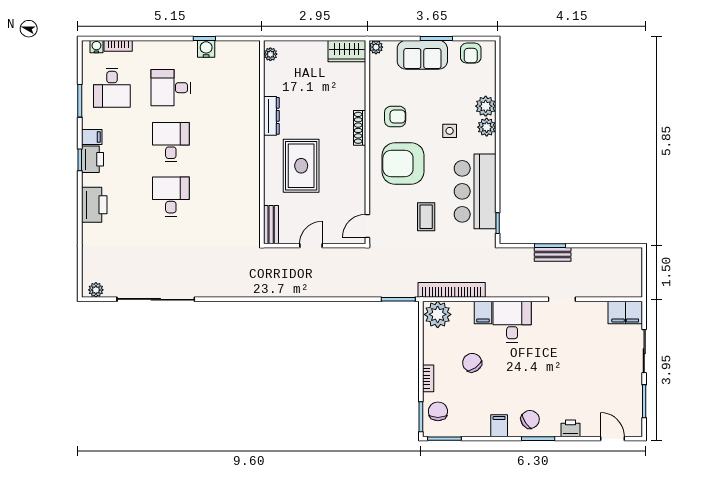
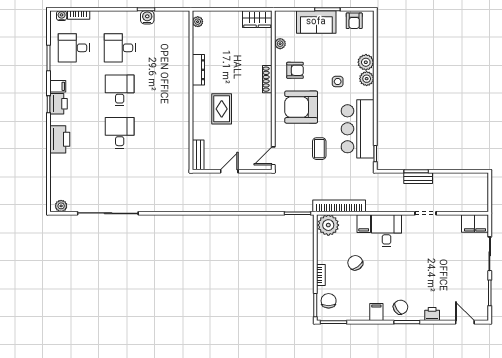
plant: (376, 47) -> (280, 44), moved
desk: (112, 88) -> (74, 48), turned 90
rug: (301, 166) -> (222, 109), width x0.73, depth x0.70

